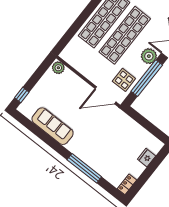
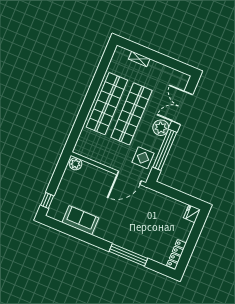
sofa: (53, 126) -> (80, 220), width x0.73
fridge: (147, 158) -> (192, 214), moved
locker: (127, 184) -> (176, 254), width x1.53

